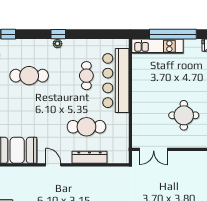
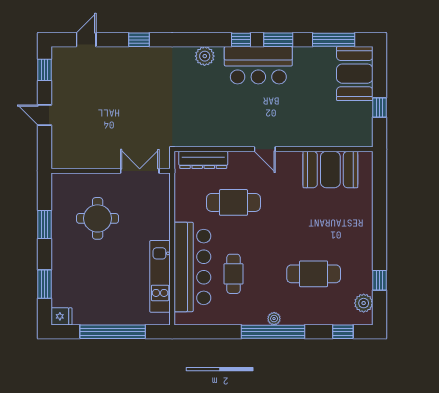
window: (58, 34) -> (273, 332), width x3.17
kitchen unit: (158, 46) -> (160, 276), moved, turned -90
dresser: (89, 157) -> (203, 160), moved
door: (53, 165) -> (265, 149), moved

